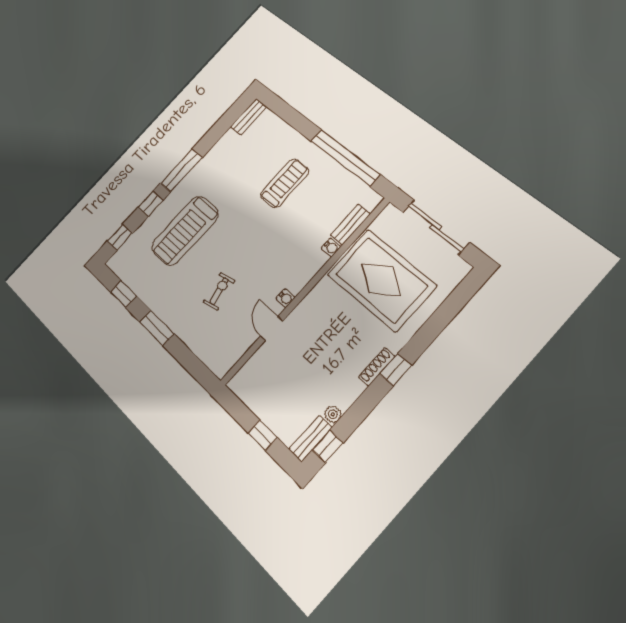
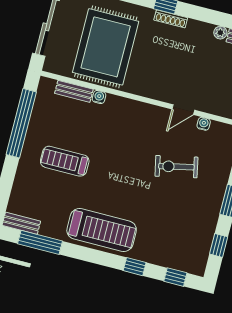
window: (181, 170) -> (40, 242), moved
treadmill: (185, 231) -> (102, 230), moved
exercise bike: (219, 291) -> (176, 167), width x1.38, depth x1.39
water cooler: (286, 298) -> (204, 124), moved

